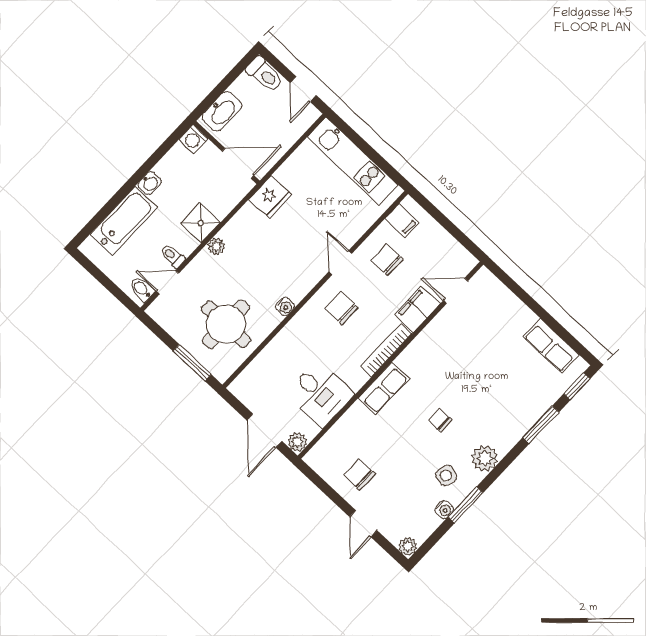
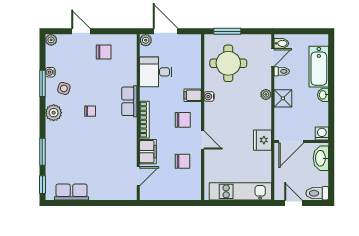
filing cabinet: (402, 220) -> (193, 95), moved

